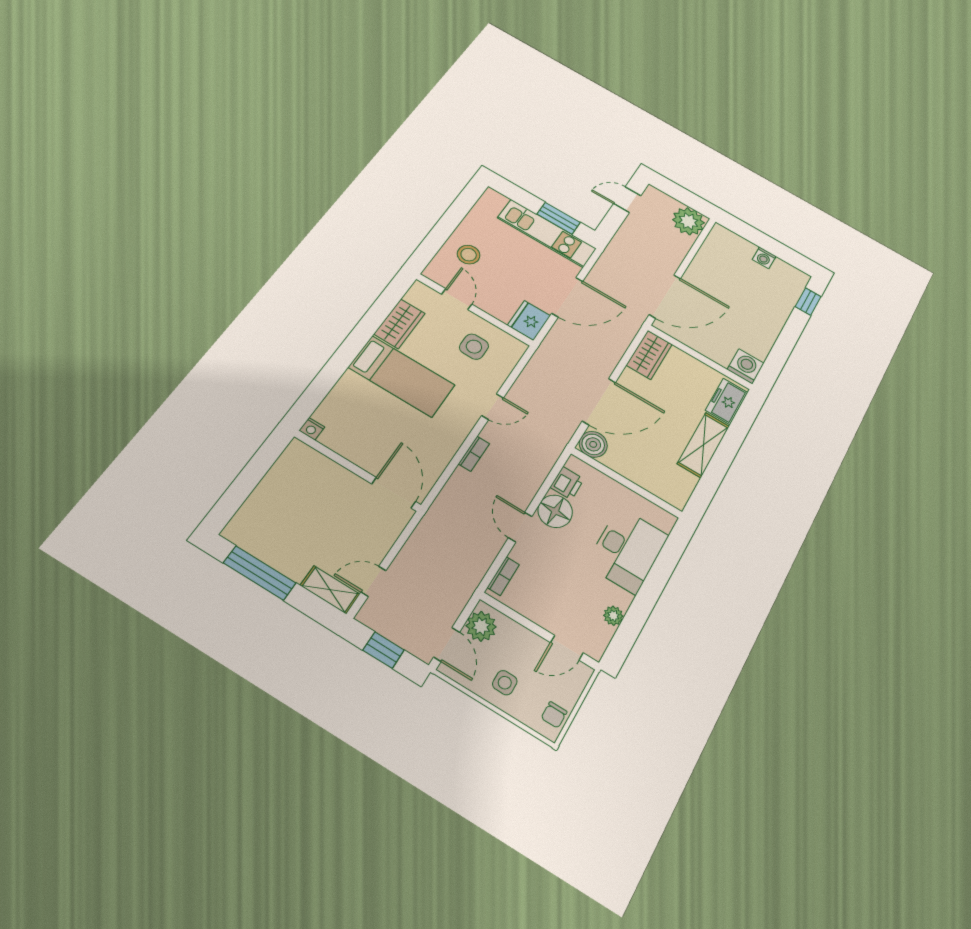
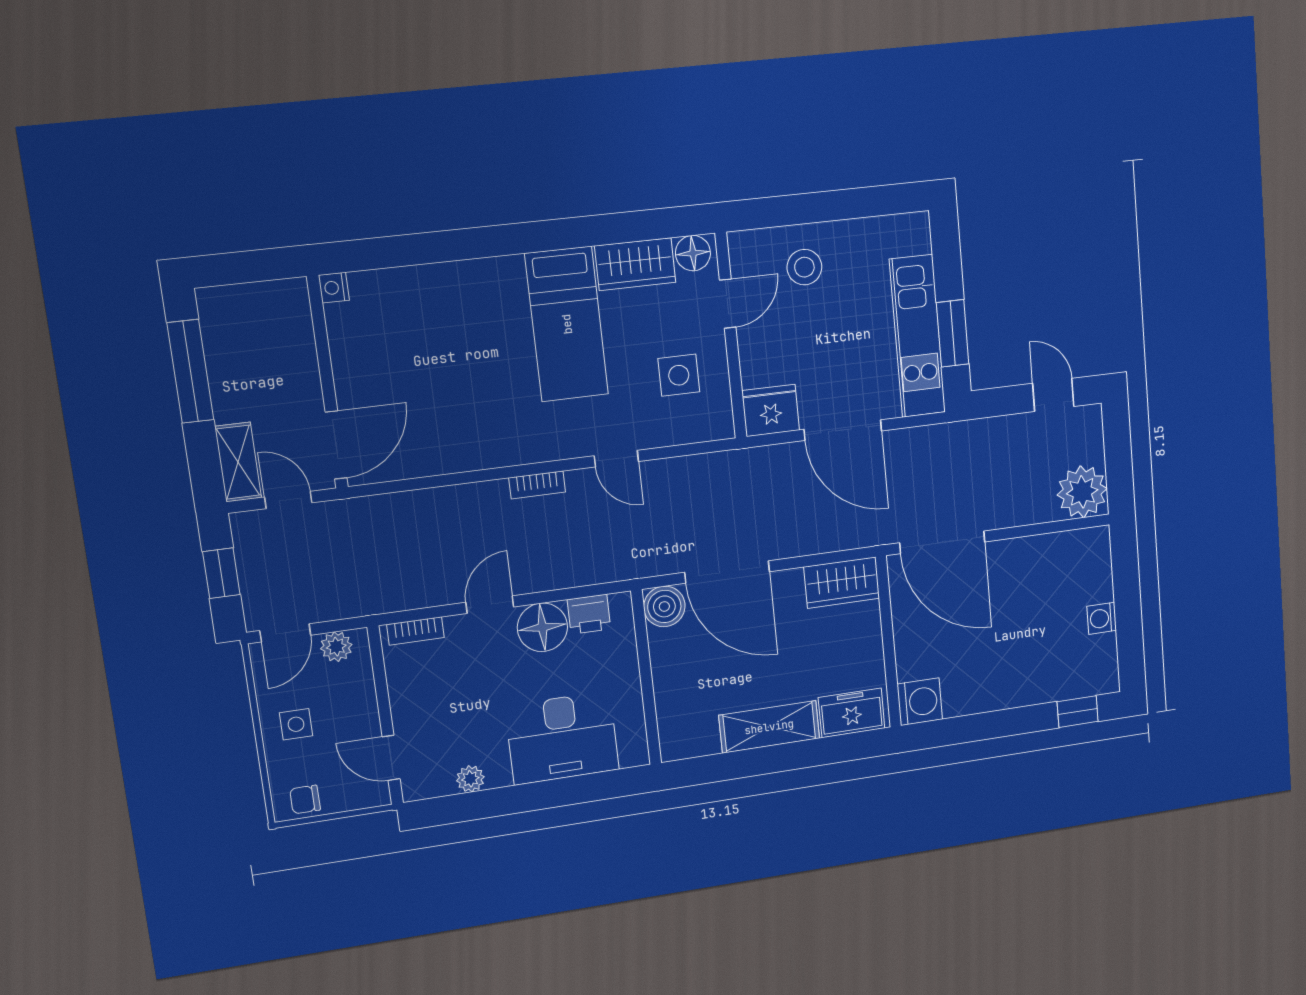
floor lamp: (417, 295) -> (693, 253), added
nightstand: (312, 429) -> (334, 288), moved
wall: (357, 471) -> (327, 383), moved
door: (394, 493) -> (336, 445), moved
plant: (481, 626) -> (336, 647), width x0.73, depth x0.73

